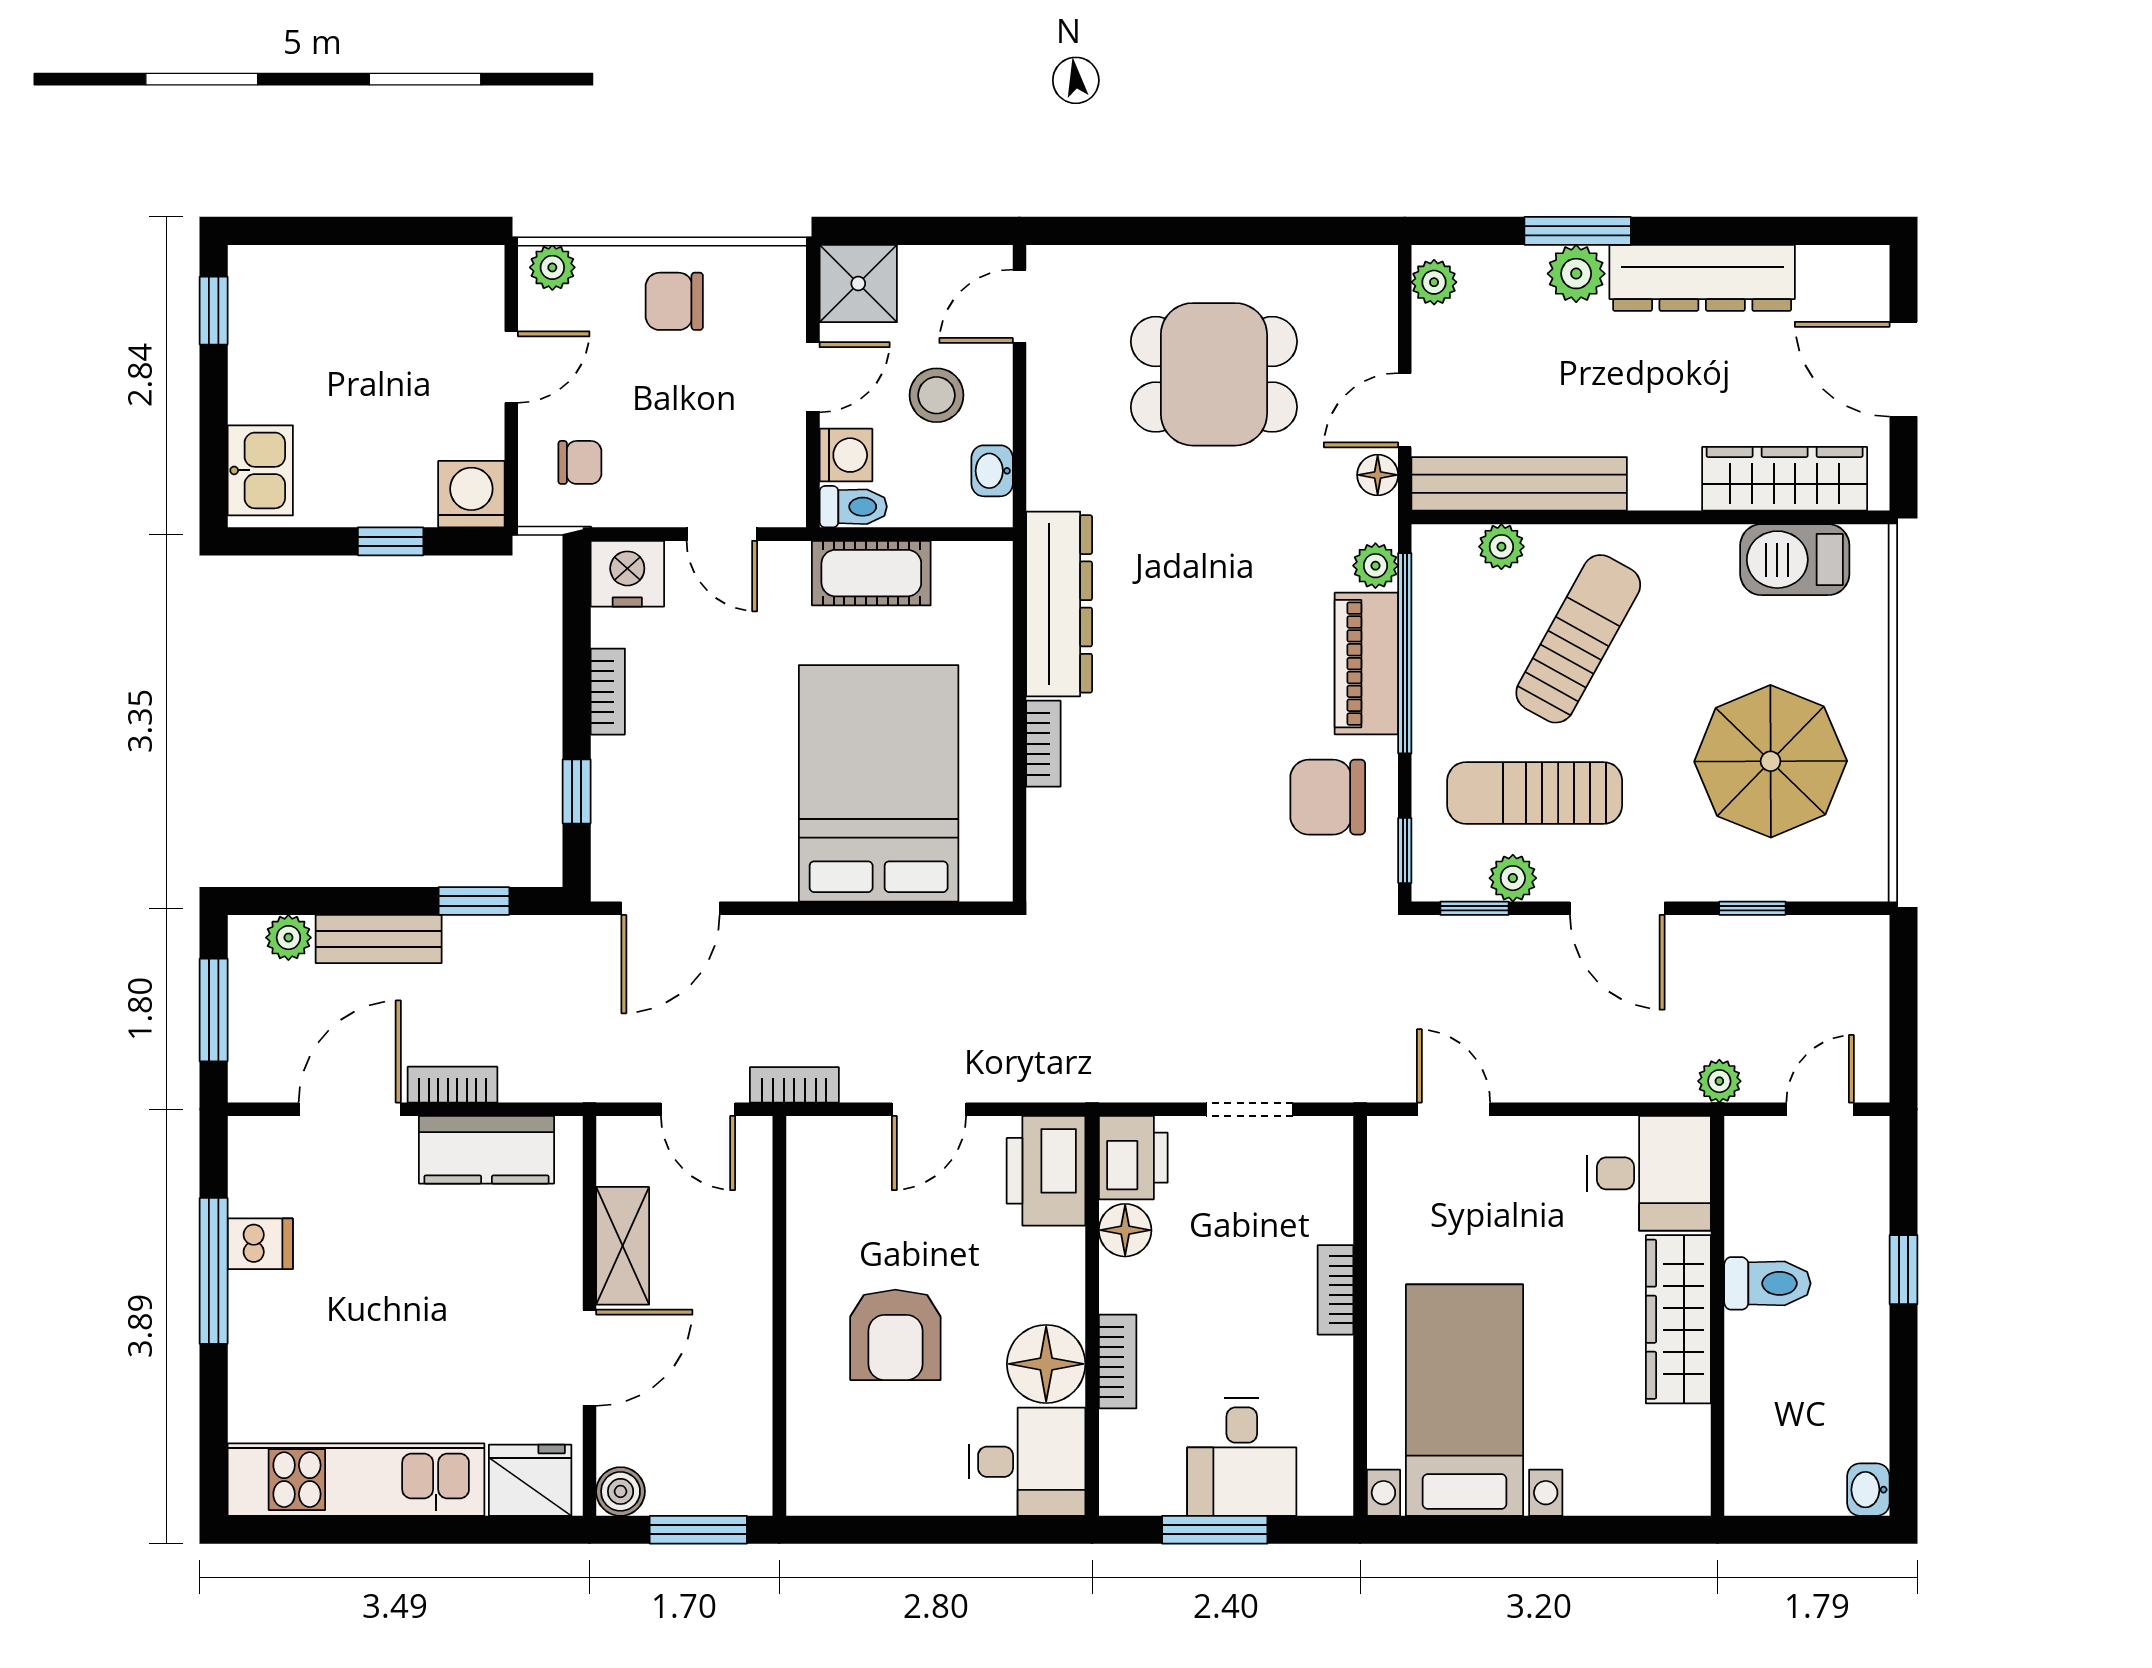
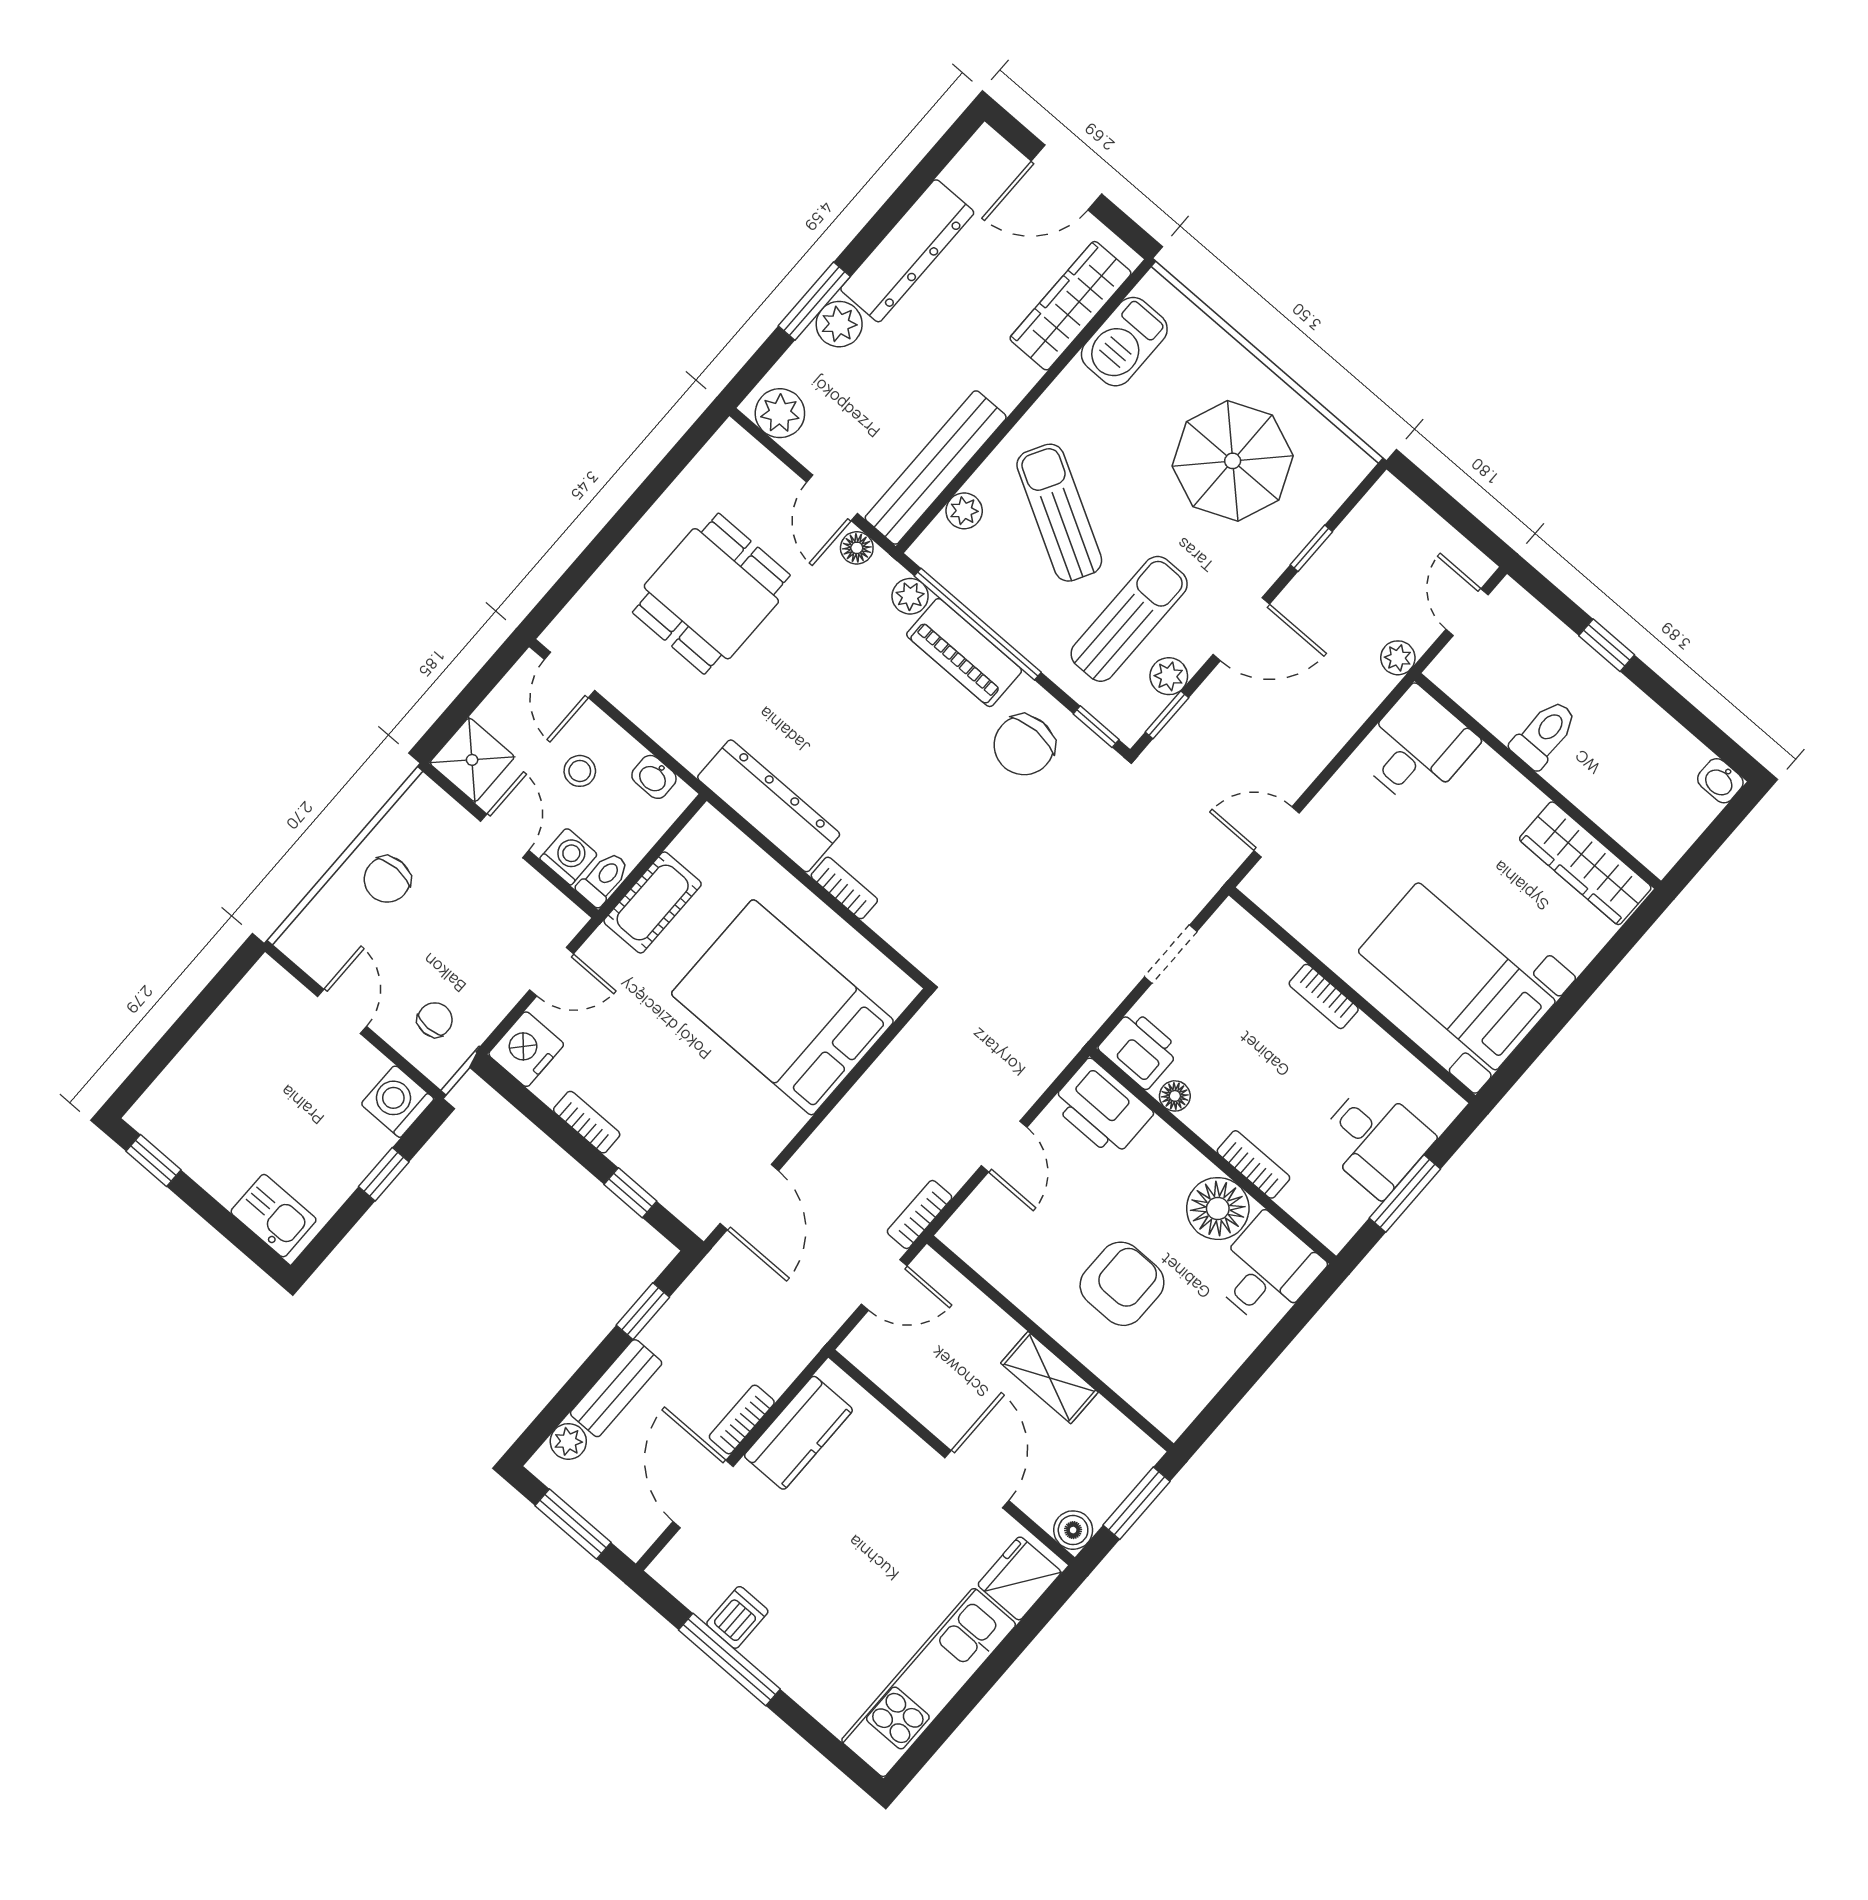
plant: (552, 267) -> (304, 935), removed
plant: (1434, 282) -> (780, 413), width x1.38, depth x1.38
stool: (937, 395) -> (580, 771), width x0.73, depth x0.73
sun lounger: (1535, 793) -> (1129, 619), turned 180
floor lamp: (1125, 1230) -> (1175, 1096), width x0.73, depth x0.73
shelving: (623, 1246) -> (1049, 1378), moved
wardrobe: (1678, 1319) -> (1585, 863), moved
armchair: (895, 1335) -> (1122, 1284), turned -90

